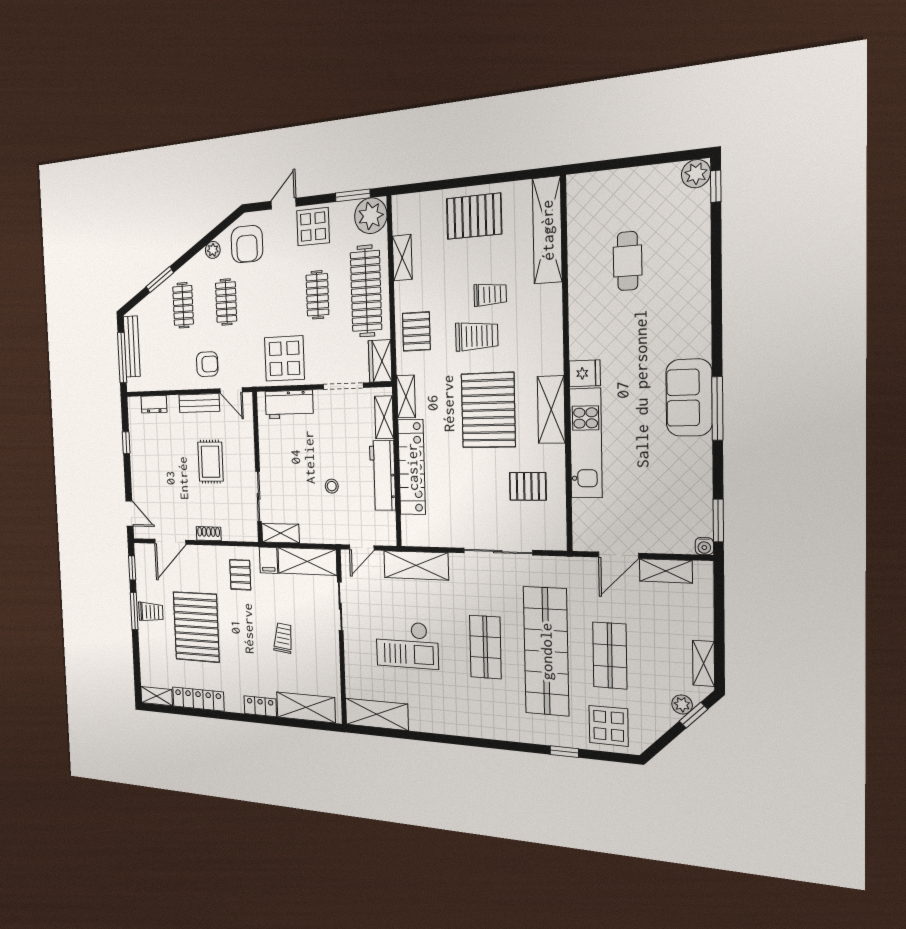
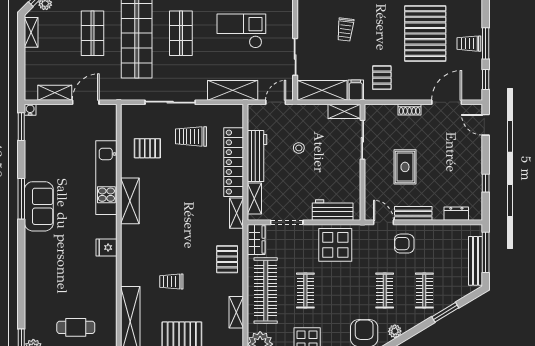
cafe table: (628, 261) -> (76, 327), moved, turned 90
trolley: (477, 336) -> (191, 136), moved
fridge: (585, 373) -> (106, 247), moved
pallet: (488, 410) -> (175, 202), removed

